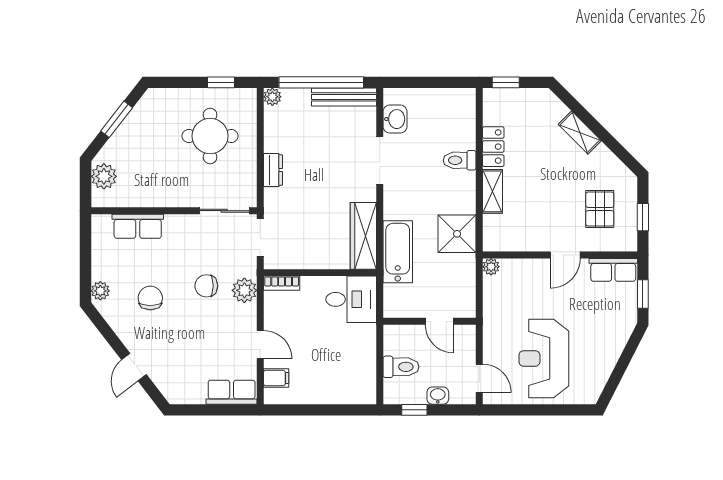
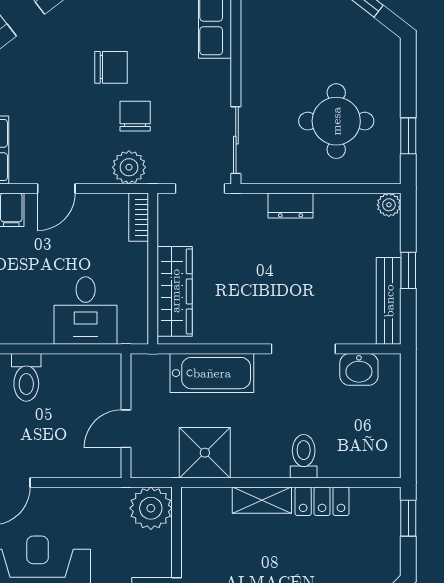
window: (321, 82) -> (408, 270), width x0.32
wardrobe: (363, 236) -> (175, 291), moved, turned 90
bathtub: (398, 252) -> (212, 373), moved
plant: (491, 267) -> (151, 508), width x1.87, depth x1.87
chair: (150, 298) -> (111, 67), moved
desk: (351, 299) -> (86, 311), moved
wall: (429, 321) -> (126, 416), moved
door: (439, 321) -> (126, 429), moved

